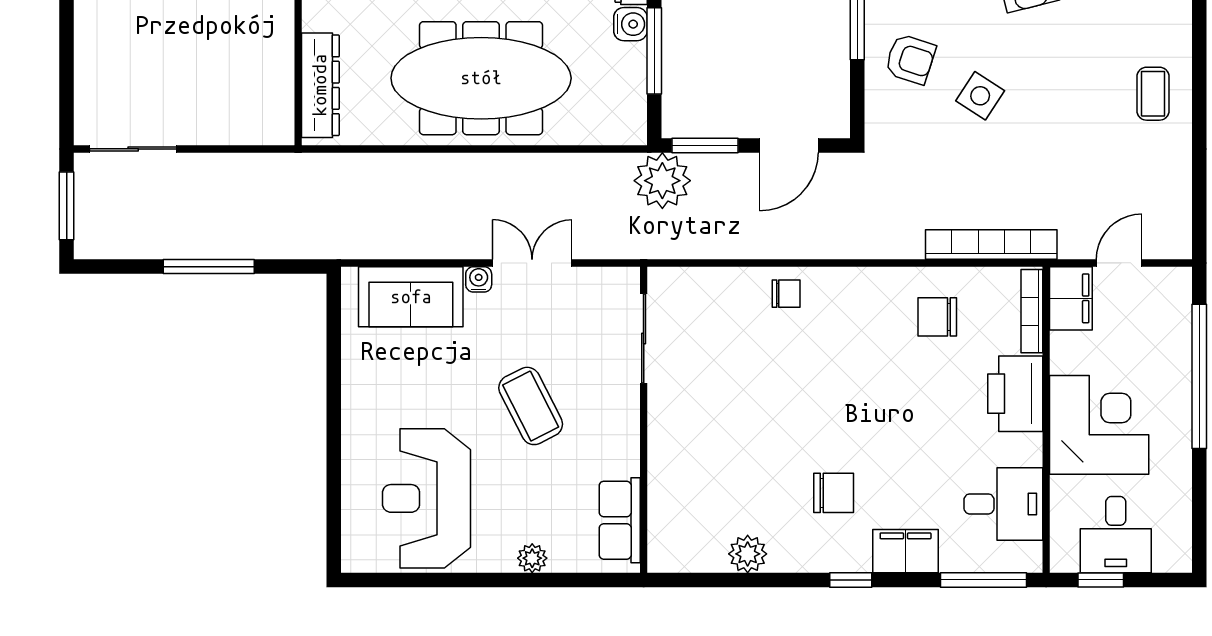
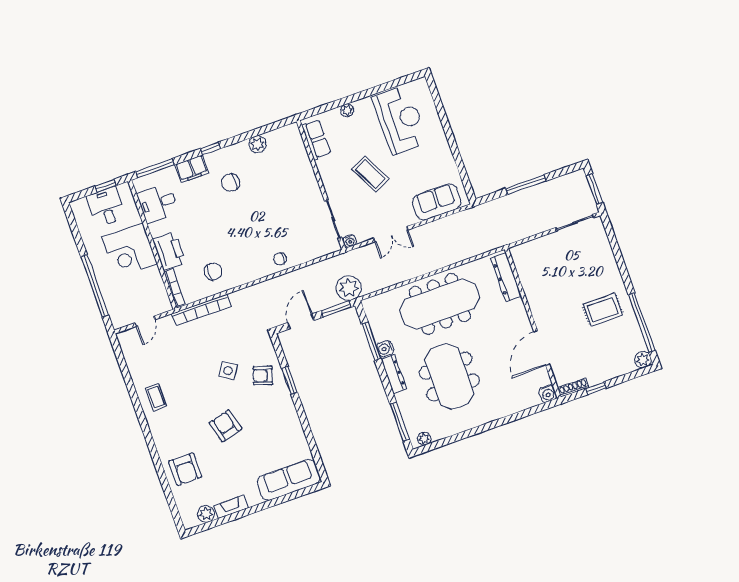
water cooler: (479, 279) -> (350, 241), moved
filing cabinet: (1071, 298) -> (160, 299), removed

